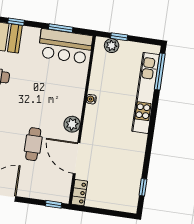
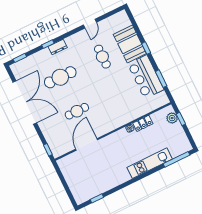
bar counter: (65, 46) -> (146, 77), moved
kitchen unit: (146, 93) -> (150, 163), width x0.73
plant: (72, 124) -> (106, 127), removed
locker: (79, 193) -> (143, 123), moved

